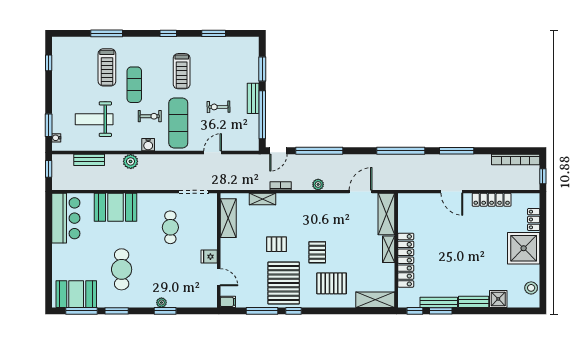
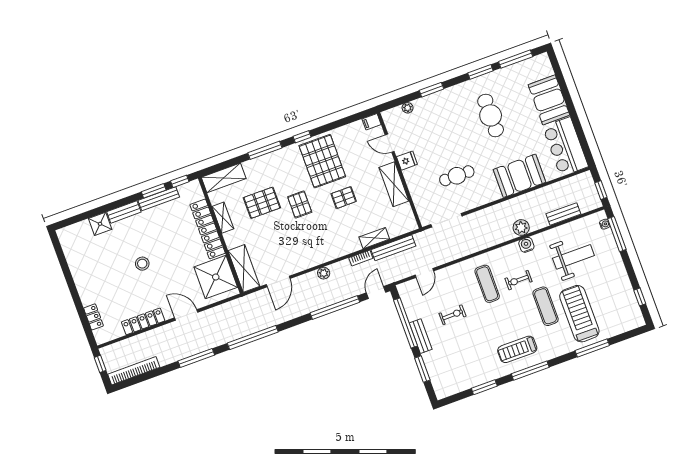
window: (168, 33) -> (530, 371), width x2.17
treadmill: (107, 67) -> (579, 314), width x1.37, depth x1.38
treadmill: (182, 71) -> (517, 349), moved, turned -90
exercise mat: (178, 123) -> (487, 284), width x0.73, depth x0.69
window: (49, 125) -> (617, 234), width x1.44
water cooler: (148, 145) -> (526, 245), moved
door: (213, 152) -> (424, 273), moved
bench: (249, 184) -> (393, 248), added
shelving: (228, 218) -> (394, 184), moved
cafe table: (170, 227) -> (457, 176), turned 90
shower: (524, 248) -> (216, 277), moved
shelving: (389, 249) -> (223, 218), moved
pallet: (332, 283) -> (262, 203), moved
stool: (531, 288) -> (142, 264), moved
booth: (76, 294) -> (549, 100), moved, turned 90
plant: (161, 303) -> (408, 108), moved
window: (262, 311) -> (265, 150), moved

